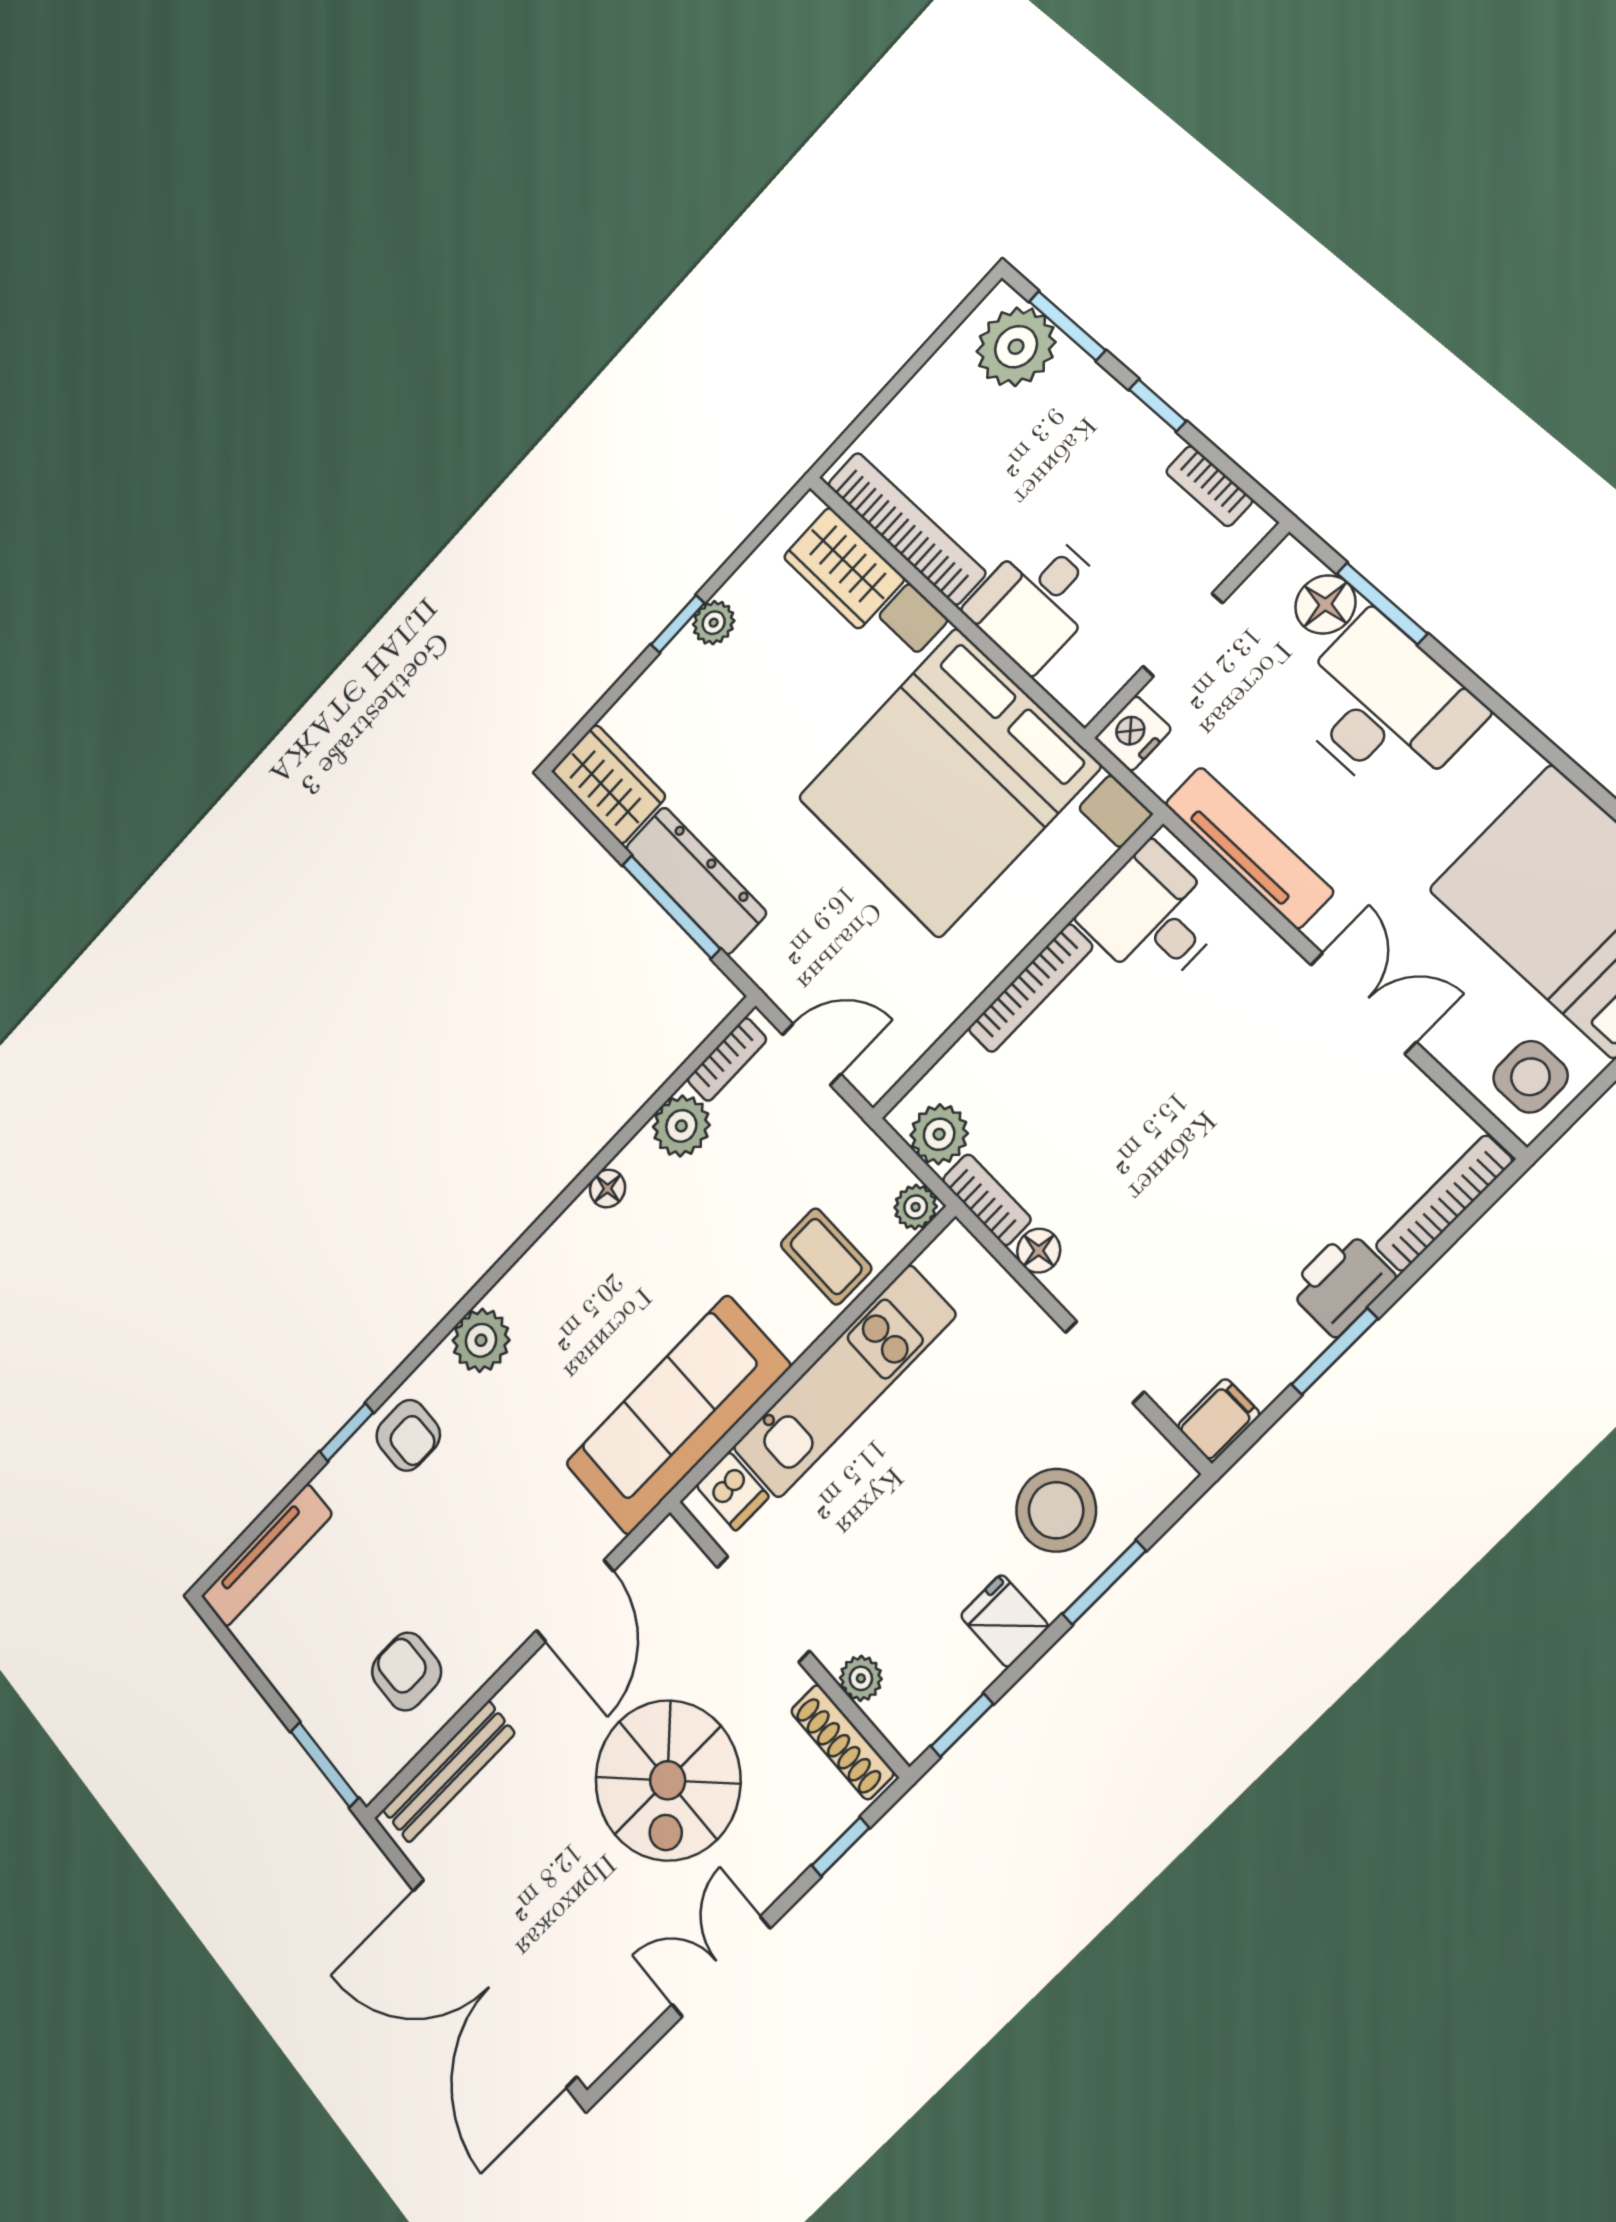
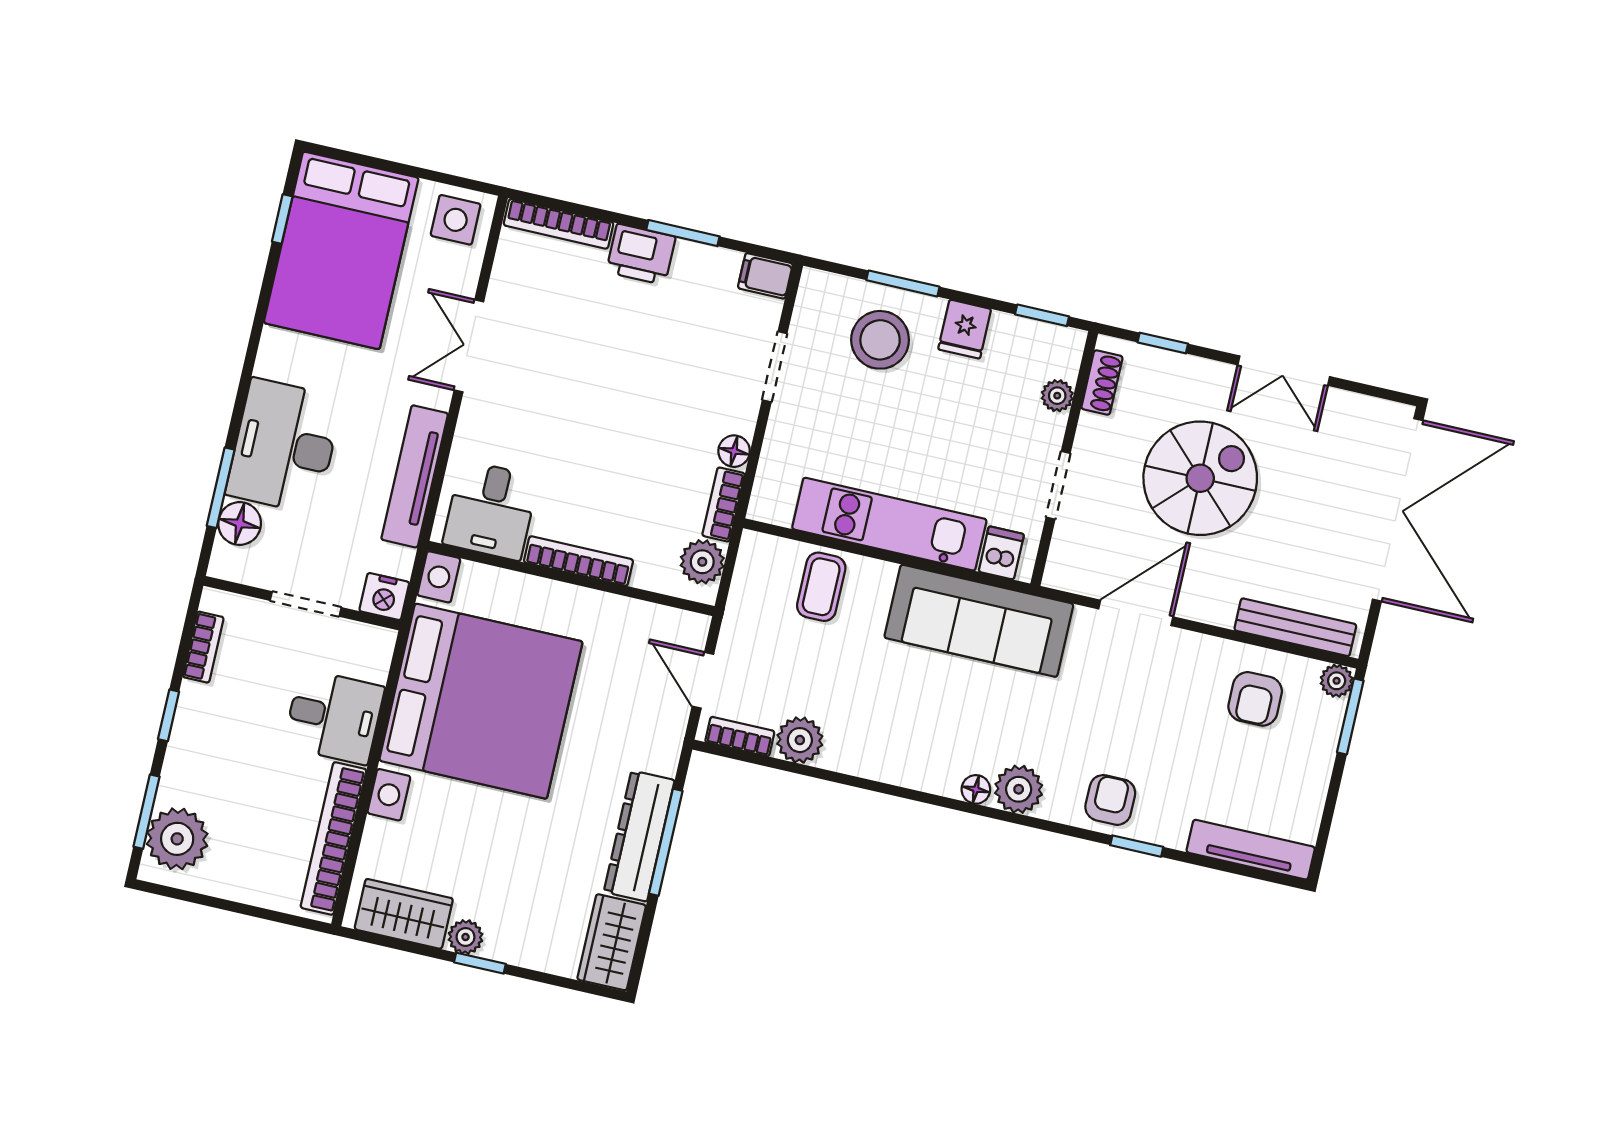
wardrobe: (844, 568) -> (404, 914), moved, turned -90
floor lamp: (608, 1189) -> (976, 789), moved
plant: (916, 1207) -> (1337, 681), moved
doorway: (763, 1609) -> (1058, 485), width x0.73
shoe rack: (842, 1742) -> (1102, 382), width x0.70

